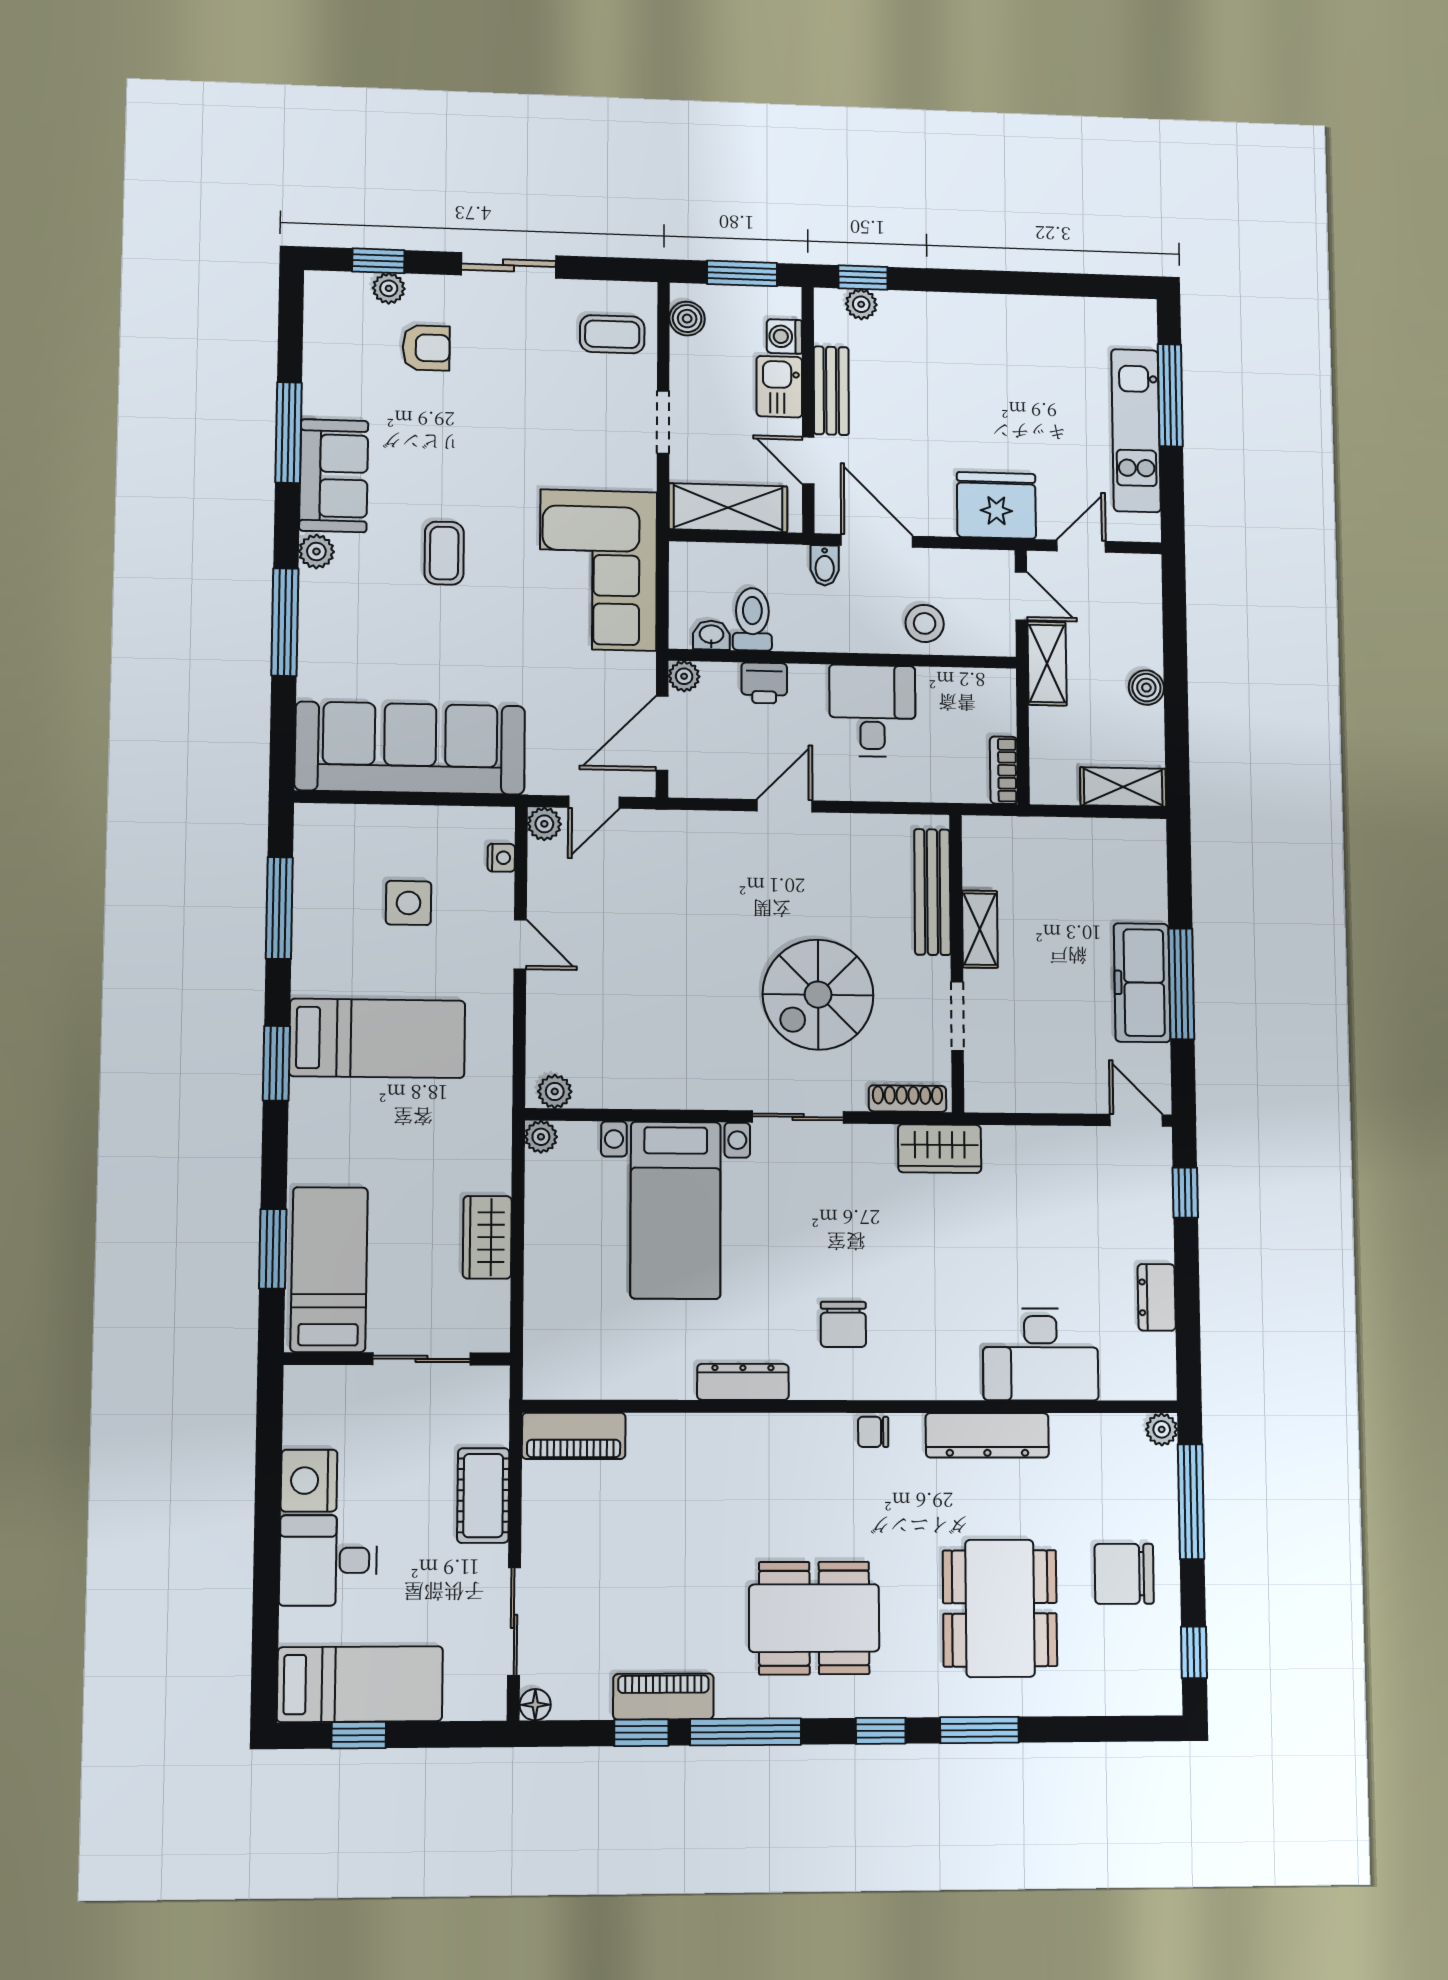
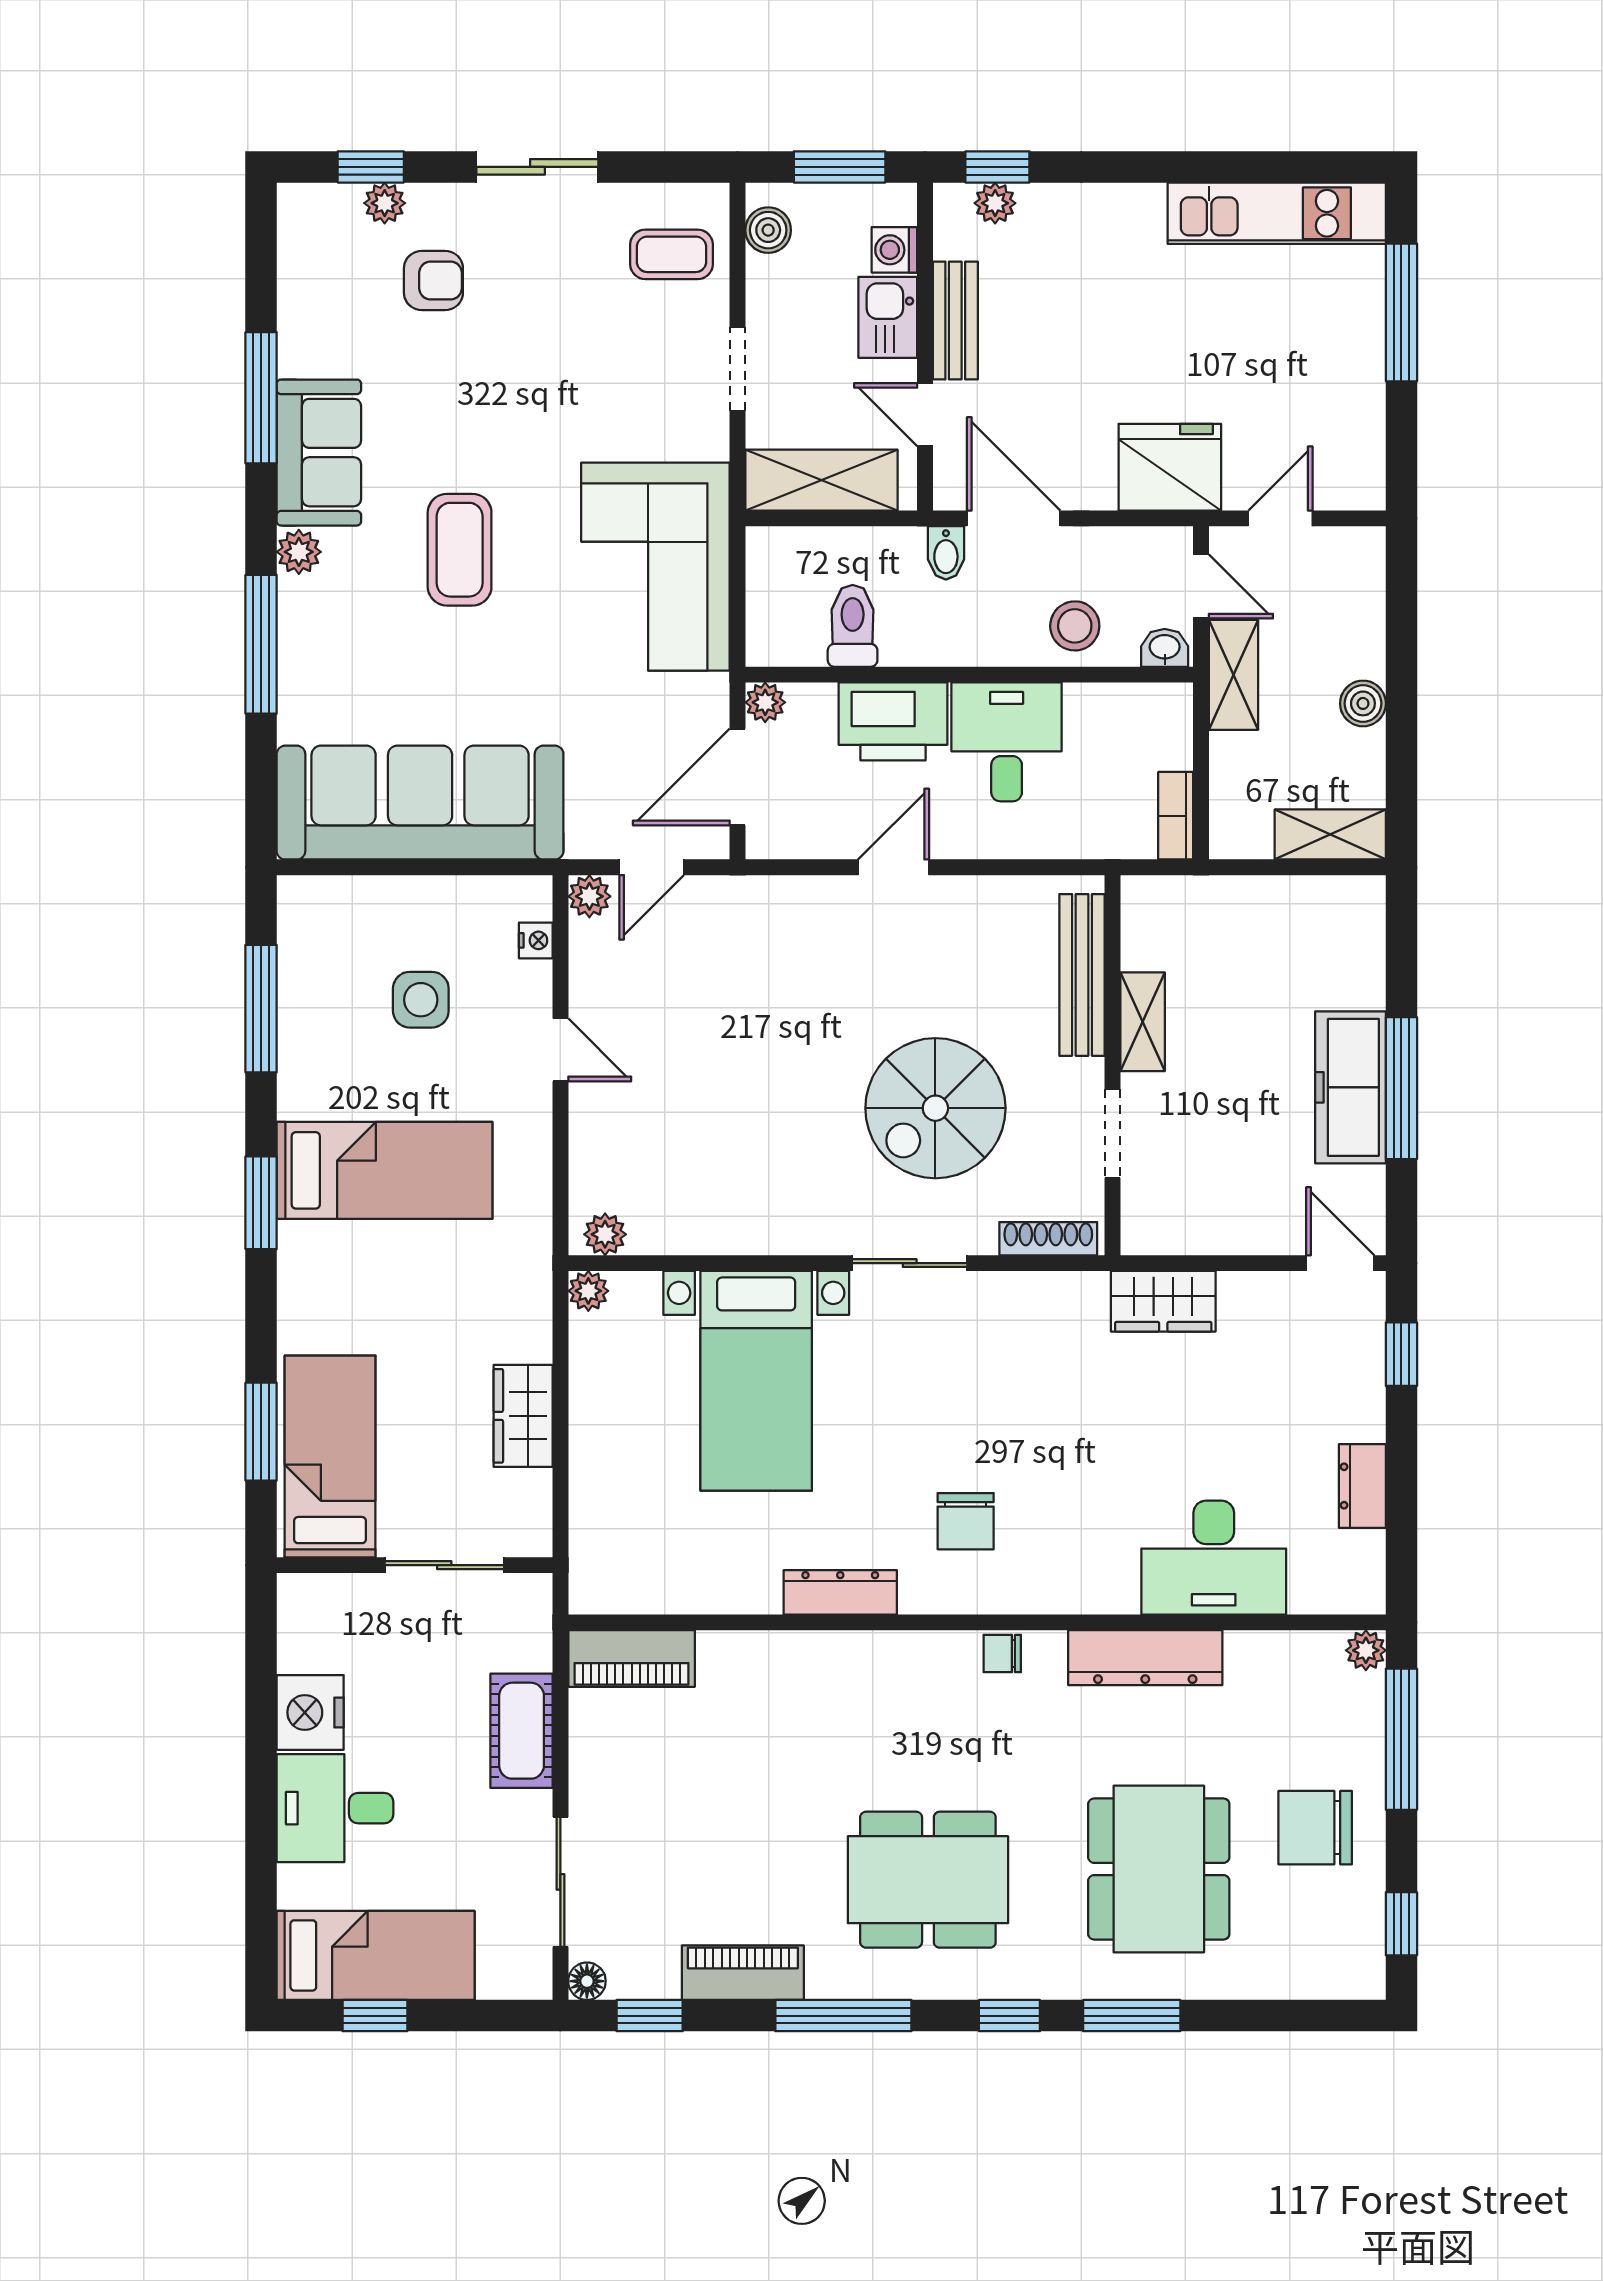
kitchen unit: (1136, 431) -> (1277, 213), moved, turned -90
coffee table: (444, 553) -> (460, 550), width x1.36, depth x1.30
washbasin: (711, 635) -> (1165, 648), moved
printer: (764, 683) -> (893, 721), width x1.87, depth x1.48
wardrobe: (940, 1149) -> (1163, 1301), moved
window: (641, 1733) -> (650, 2016), moved

